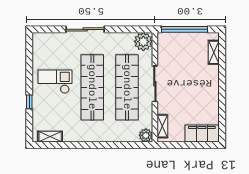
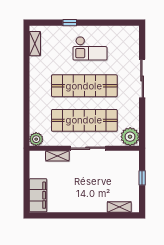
window: (185, 29) -> (142, 178), width x0.32
checkout: (55, 82) -> (90, 48), turned 90
shelving: (162, 126) -> (57, 156), moved

